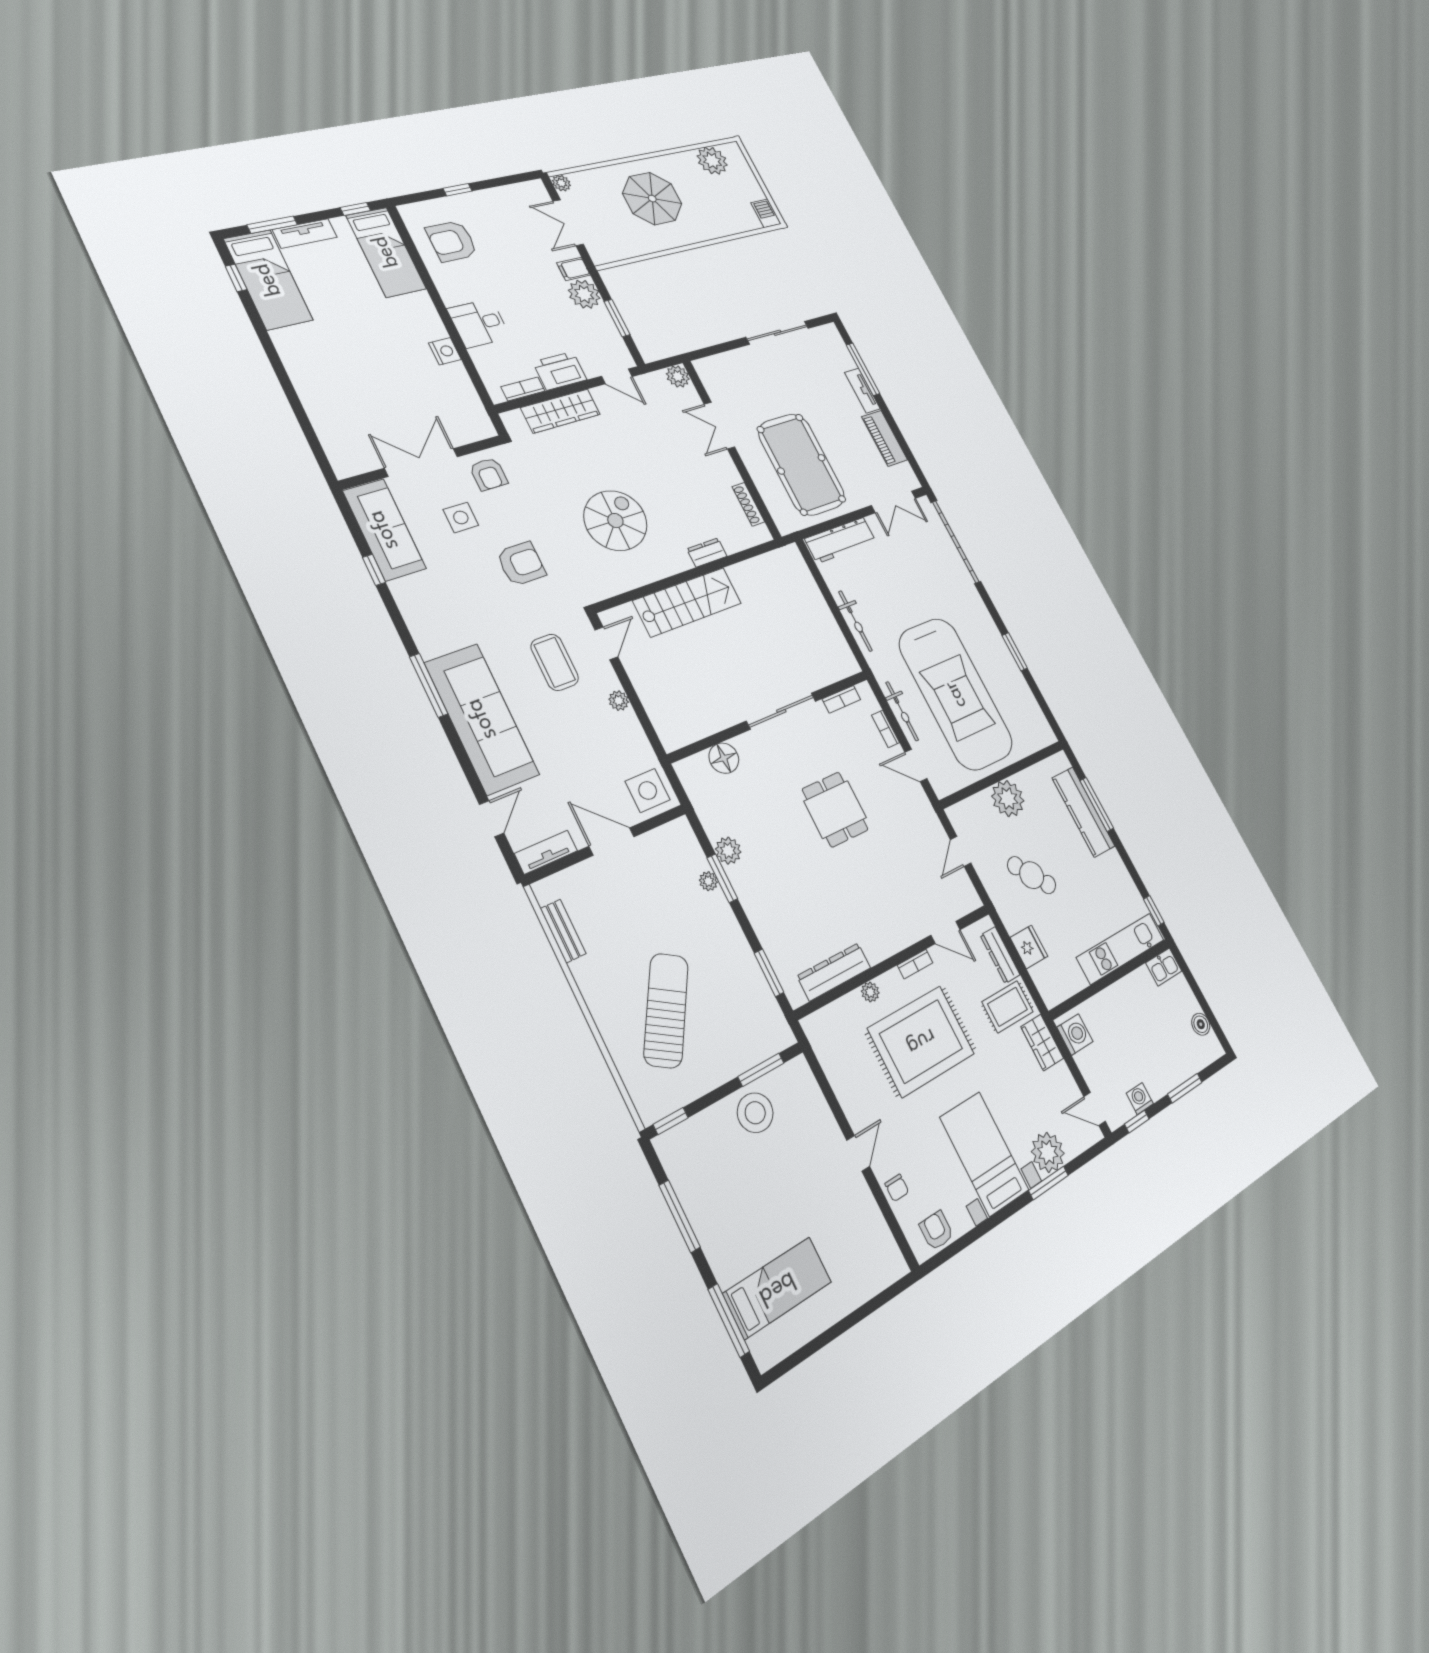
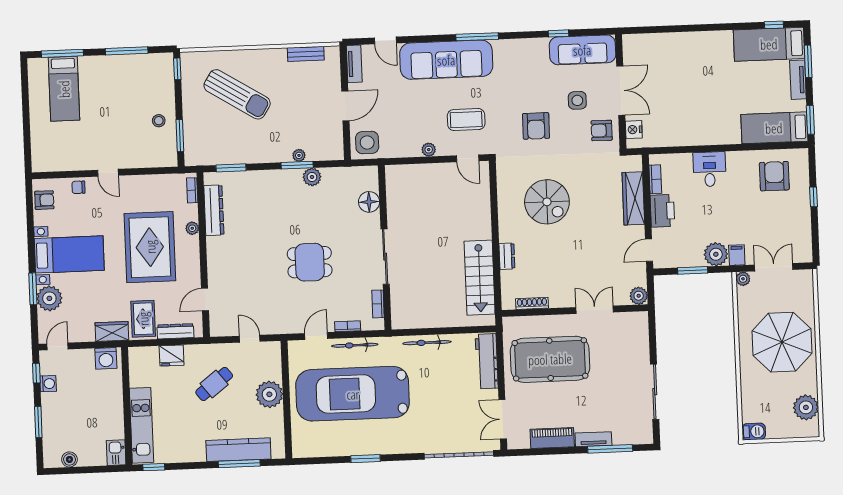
plant: (561, 183) -> (743, 279), moved
parasol: (652, 199) -> (782, 342), width x1.36, depth x1.36
window: (355, 209) -> (810, 120), width x1.50
nightstand: (445, 351) -> (634, 130), moved, turned 90
stairs: (687, 602) -> (480, 278), moved
bookcase: (915, 964) -> (192, 190), moved
stool: (755, 1113) -> (159, 121), width x0.53, depth x0.53

